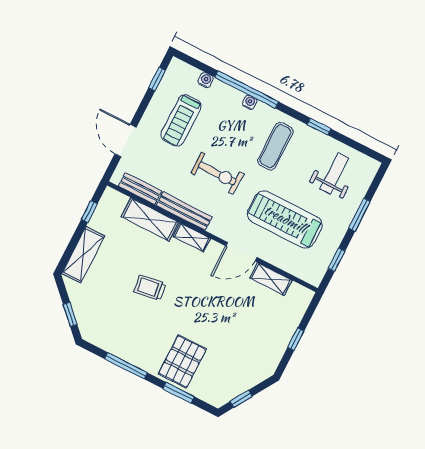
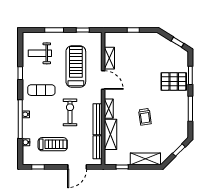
treadmill: (285, 219) -> (76, 67), turned 180

